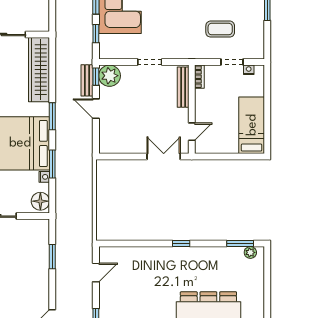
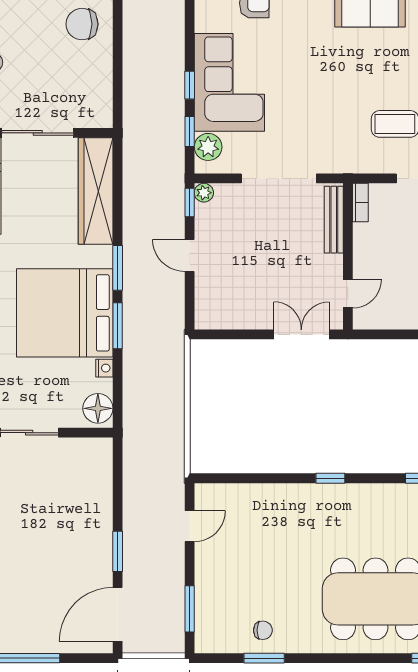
plant: (107, 43) -> (208, 147), added
doorway: (150, 62) -> (279, 178), width x1.88
plant: (110, 76) -> (204, 193), width x0.53, depth x0.53
bench: (87, 80) -> (175, 209), removed
window: (52, 164) -> (118, 326), moved
window: (52, 257) -> (118, 551), moved

